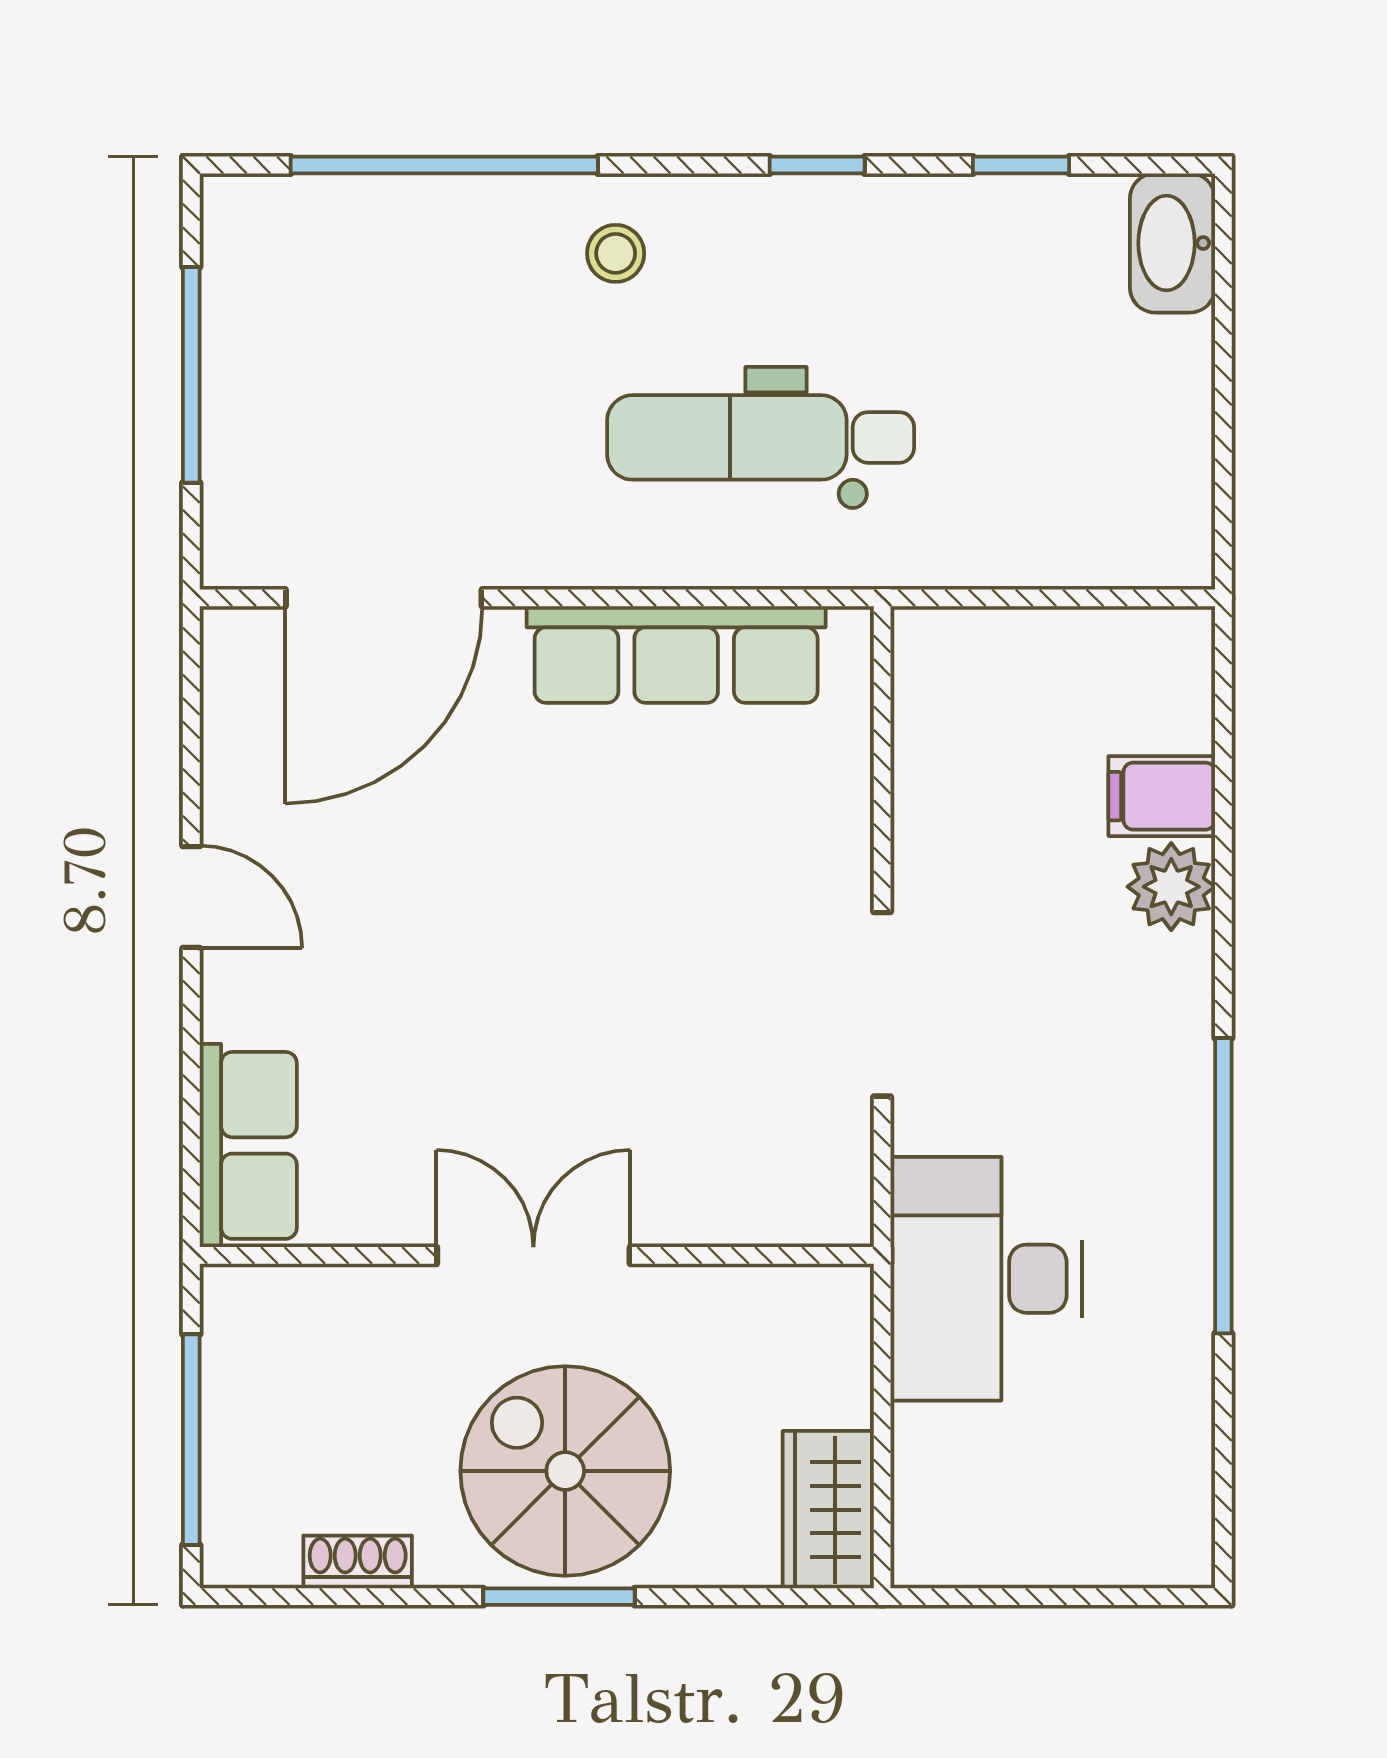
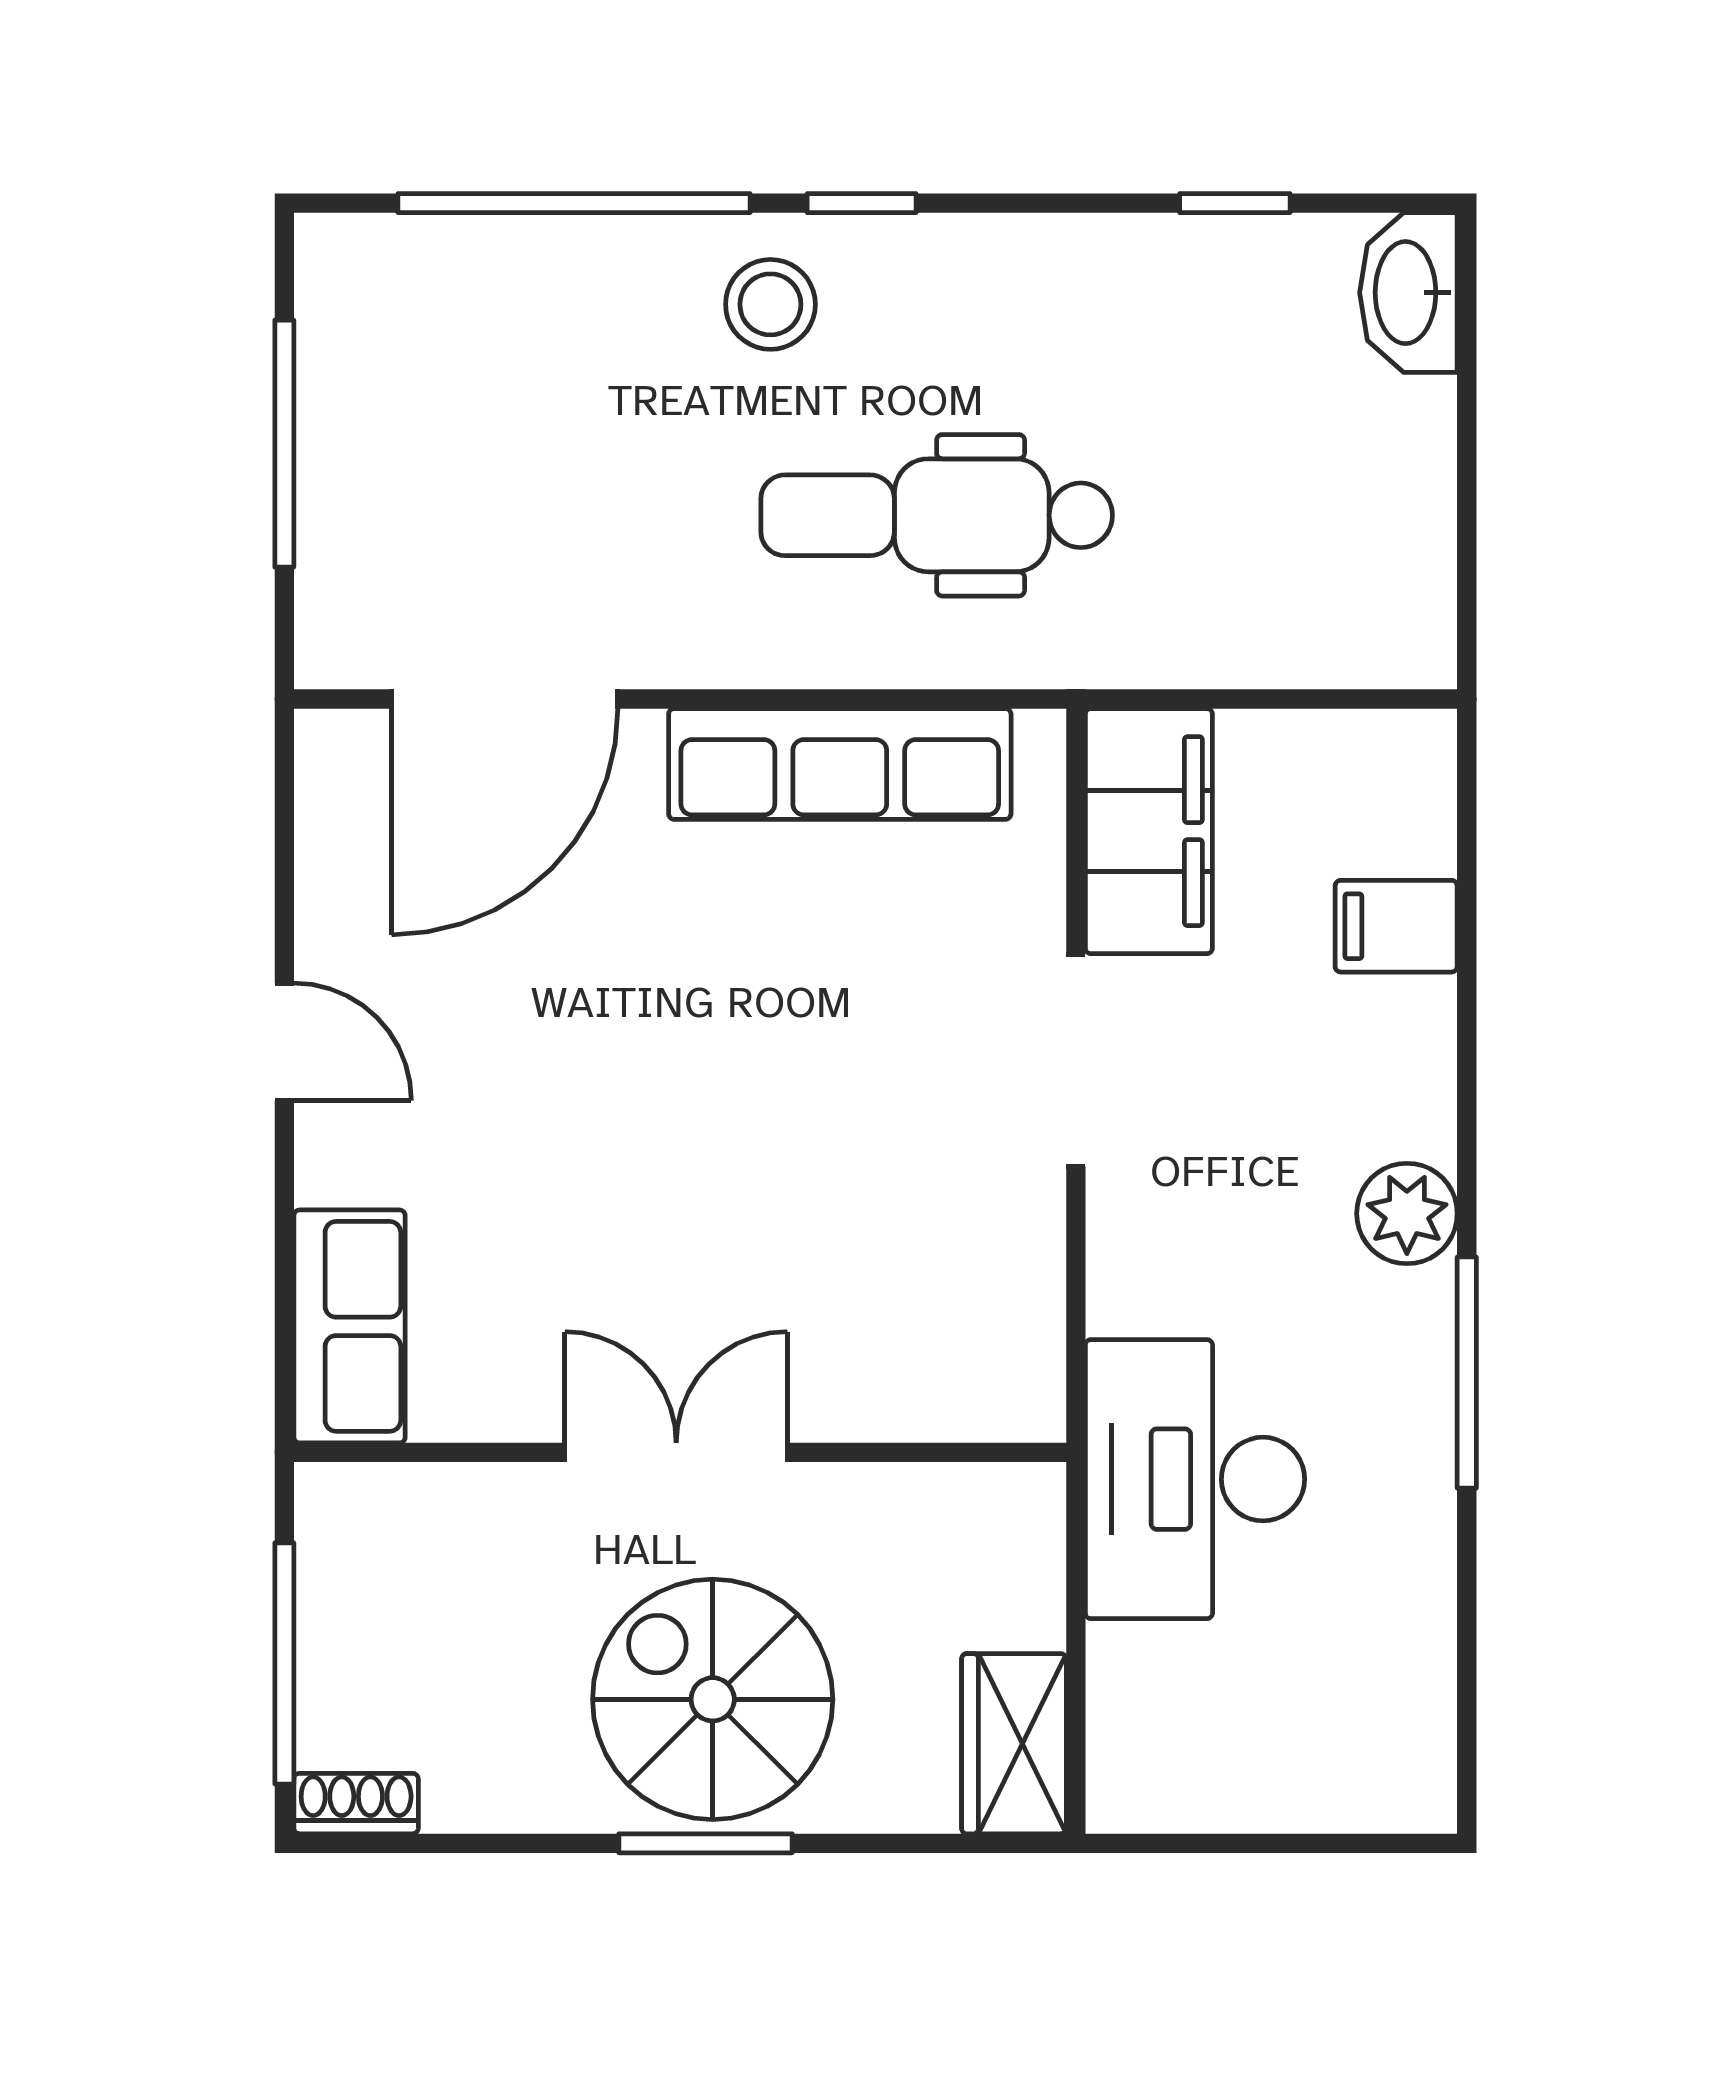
window: (817, 165) -> (862, 203), moved
stool: (616, 253) -> (770, 304), width x1.37, depth x1.37
filing cabinet: (946, 713) -> (1149, 831), added
plant: (1171, 887) -> (1407, 1214), moved
doorway: (882, 1004) -> (1076, 1060), moved
window: (1223, 1186) -> (1467, 1373), width x0.68
shoe rack: (358, 1562) -> (356, 1804), moved

